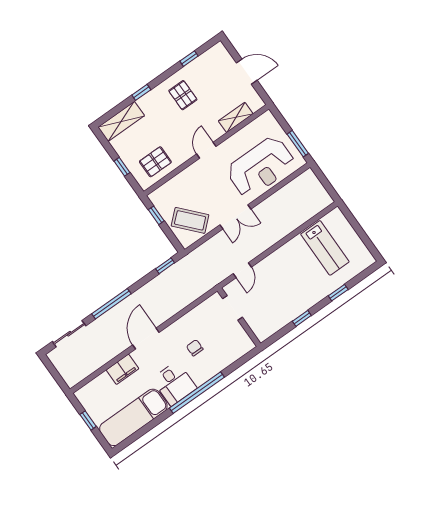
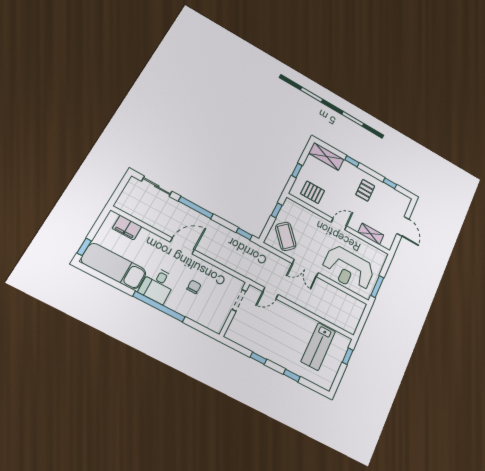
window: (352, 221) -> (348, 356), added
filing cabinet: (122, 369) -> (127, 228), moved
window: (88, 420) -> (84, 247), moved

